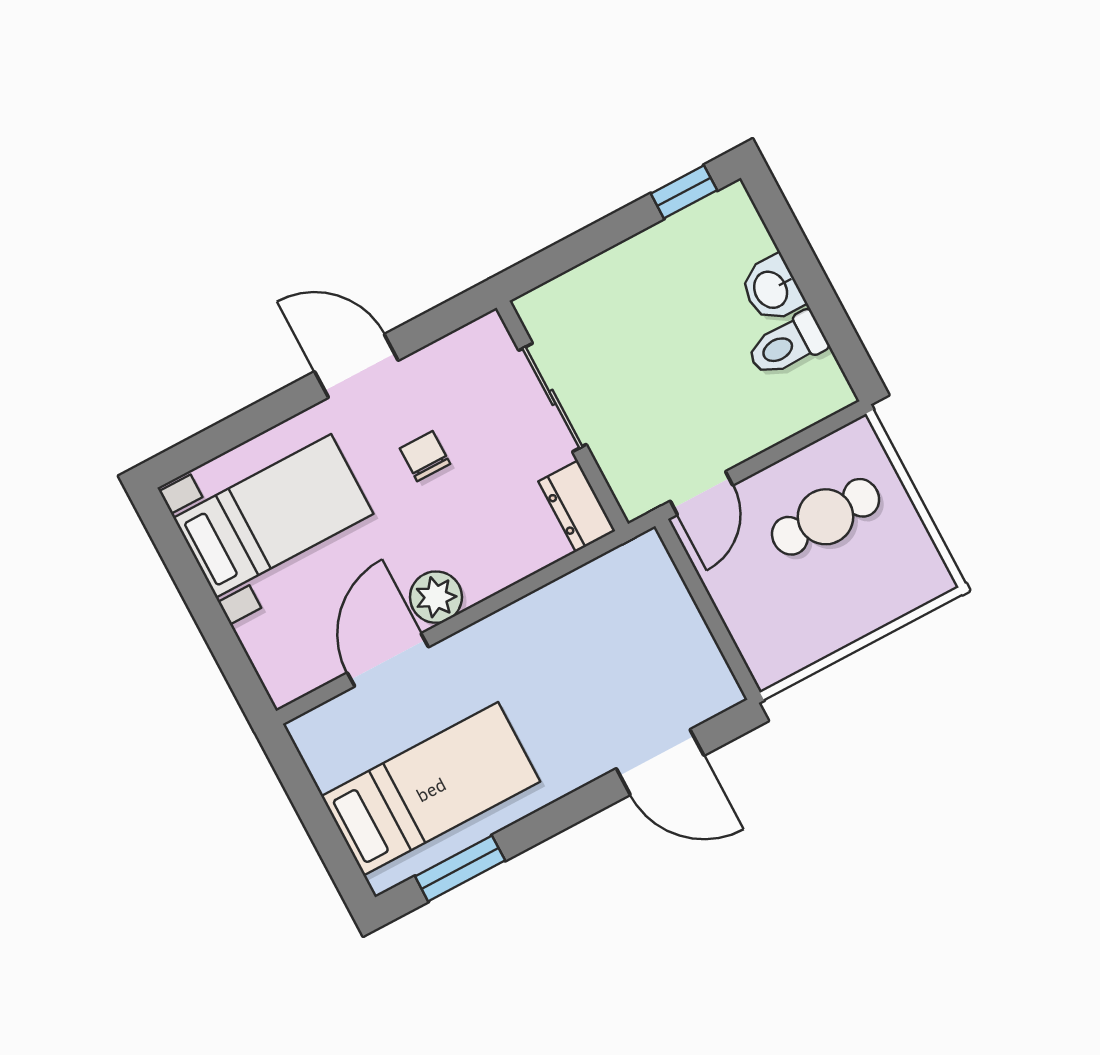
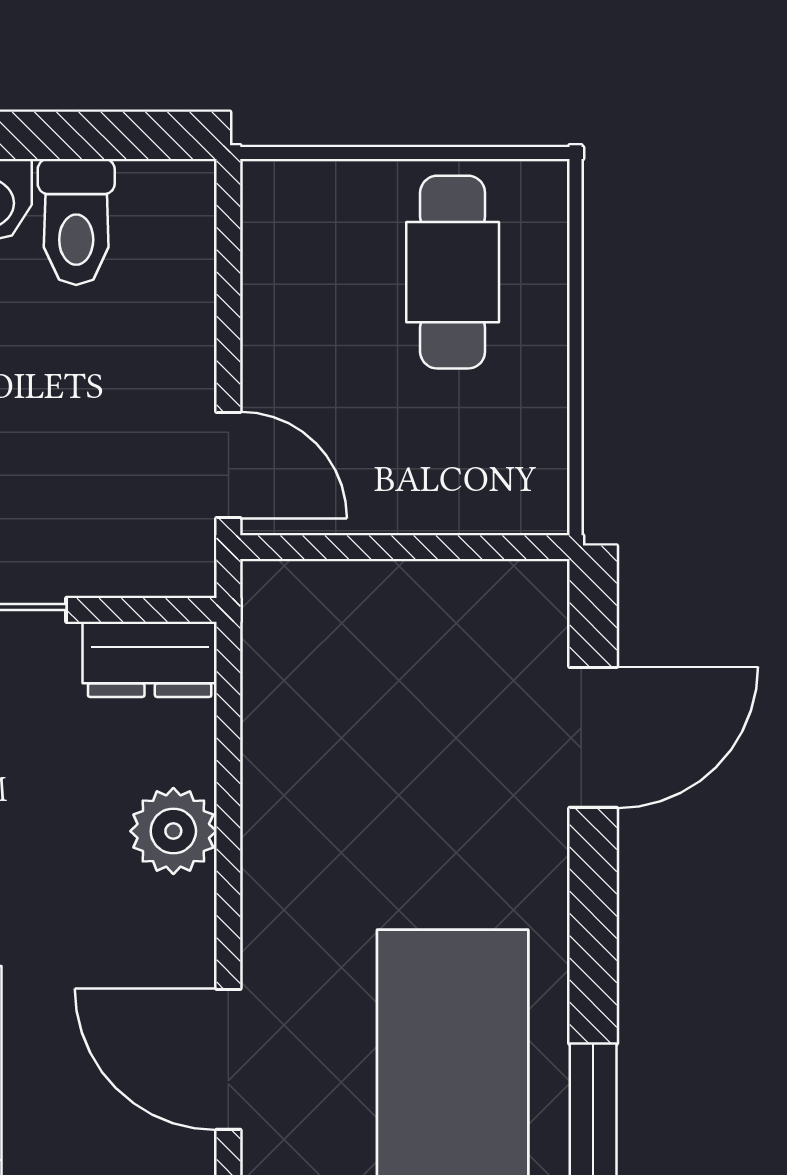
cafe table: (826, 517) -> (453, 272), moved
plant: (436, 597) -> (173, 831), moved

